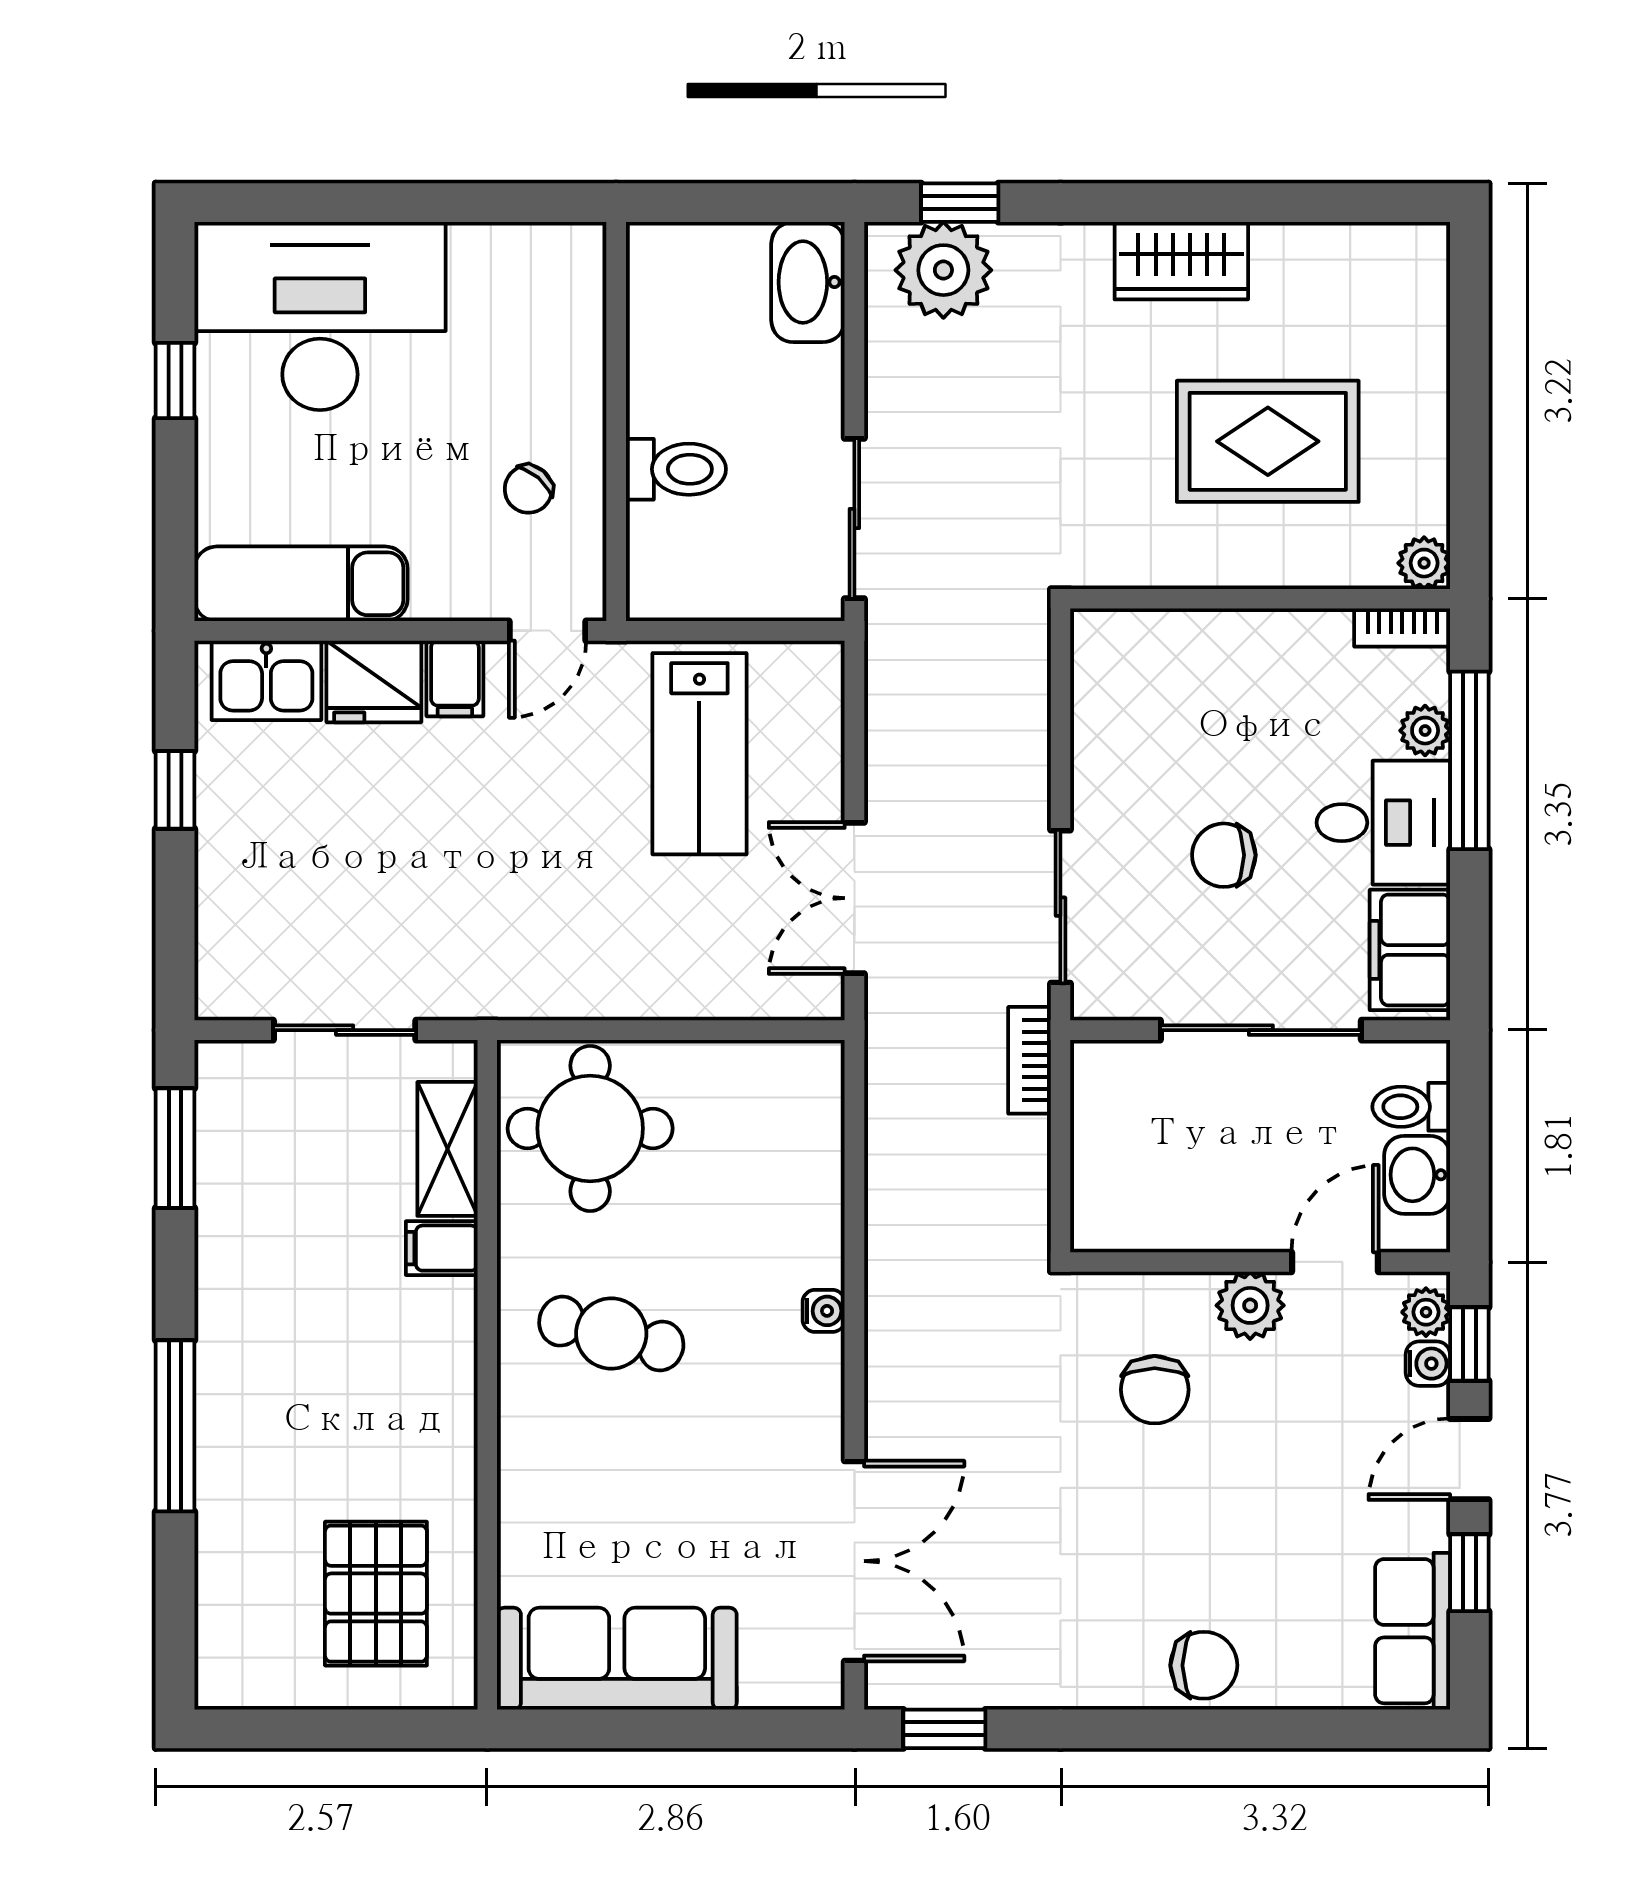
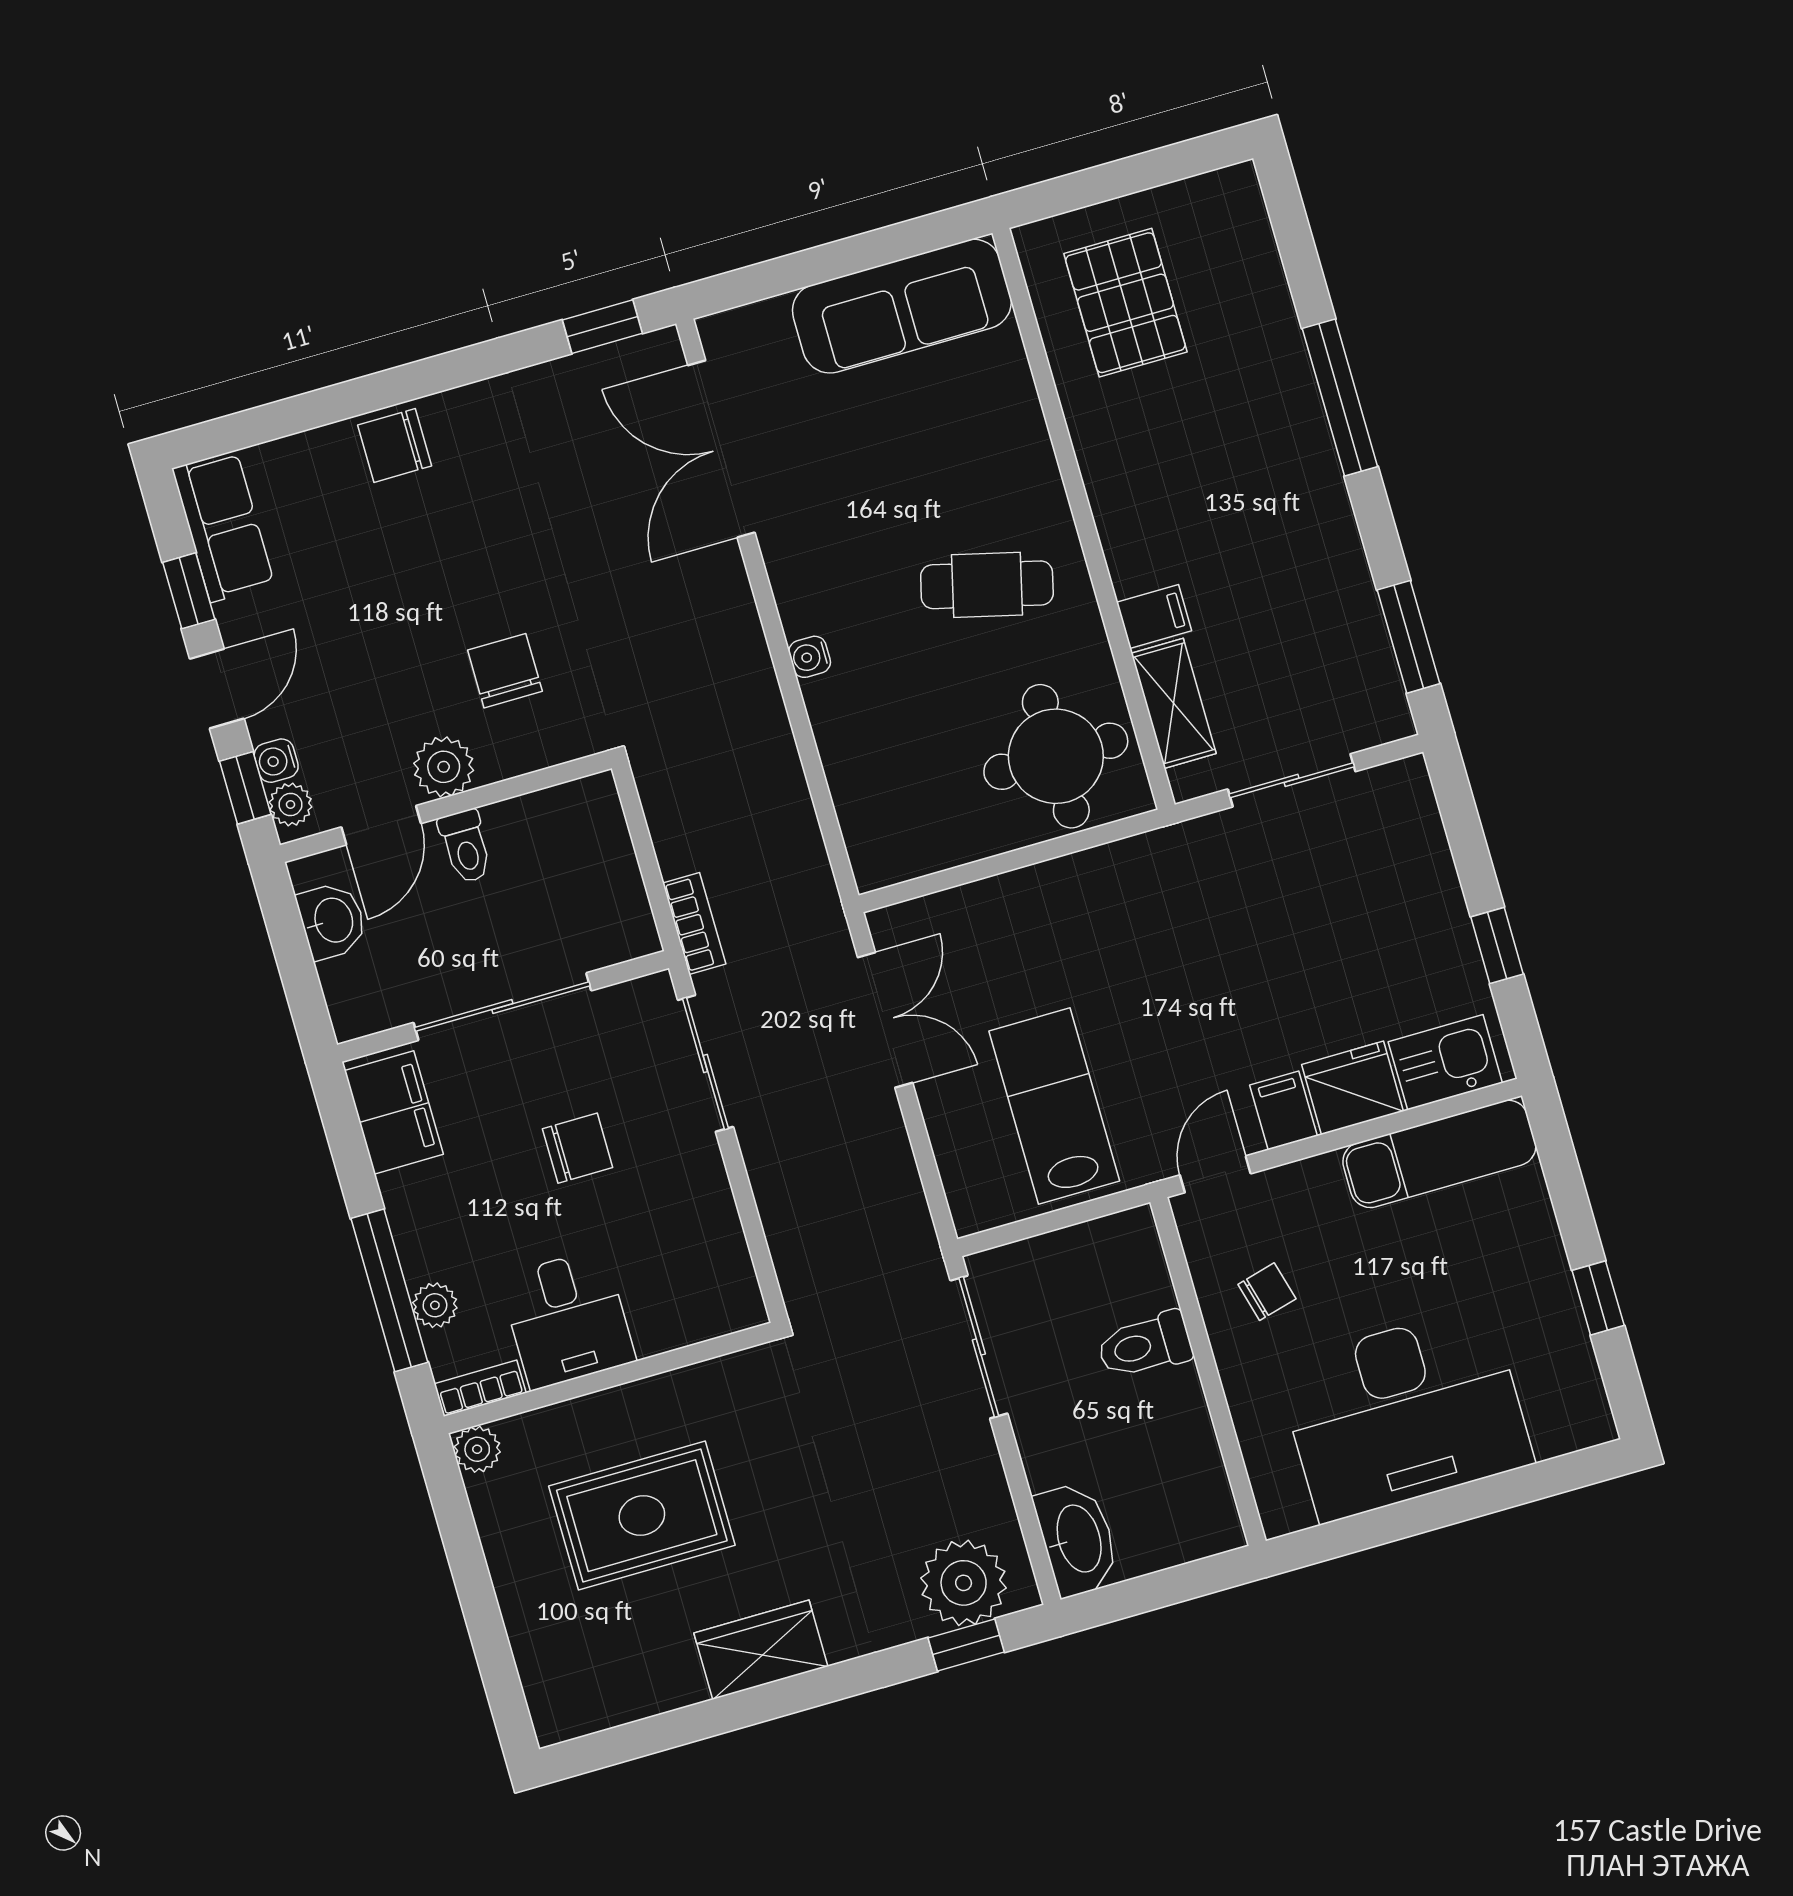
desk: (320, 316) -> (1405, 1414), moved
chair: (528, 489) -> (1267, 1292), turned 34
desk: (1383, 823) -> (567, 1319), moved, turned -90
toilet: (1411, 1107) -> (465, 846), moved, turned 90

